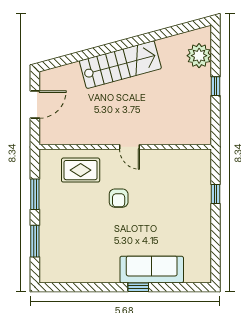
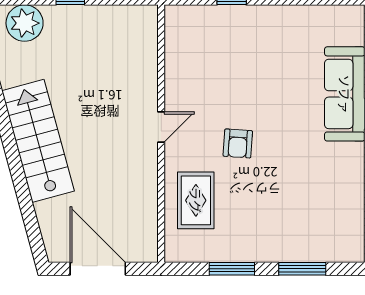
door: (35, 105) -> (98, 269), width x1.36
armchair: (119, 198) -> (238, 143), turned 94

